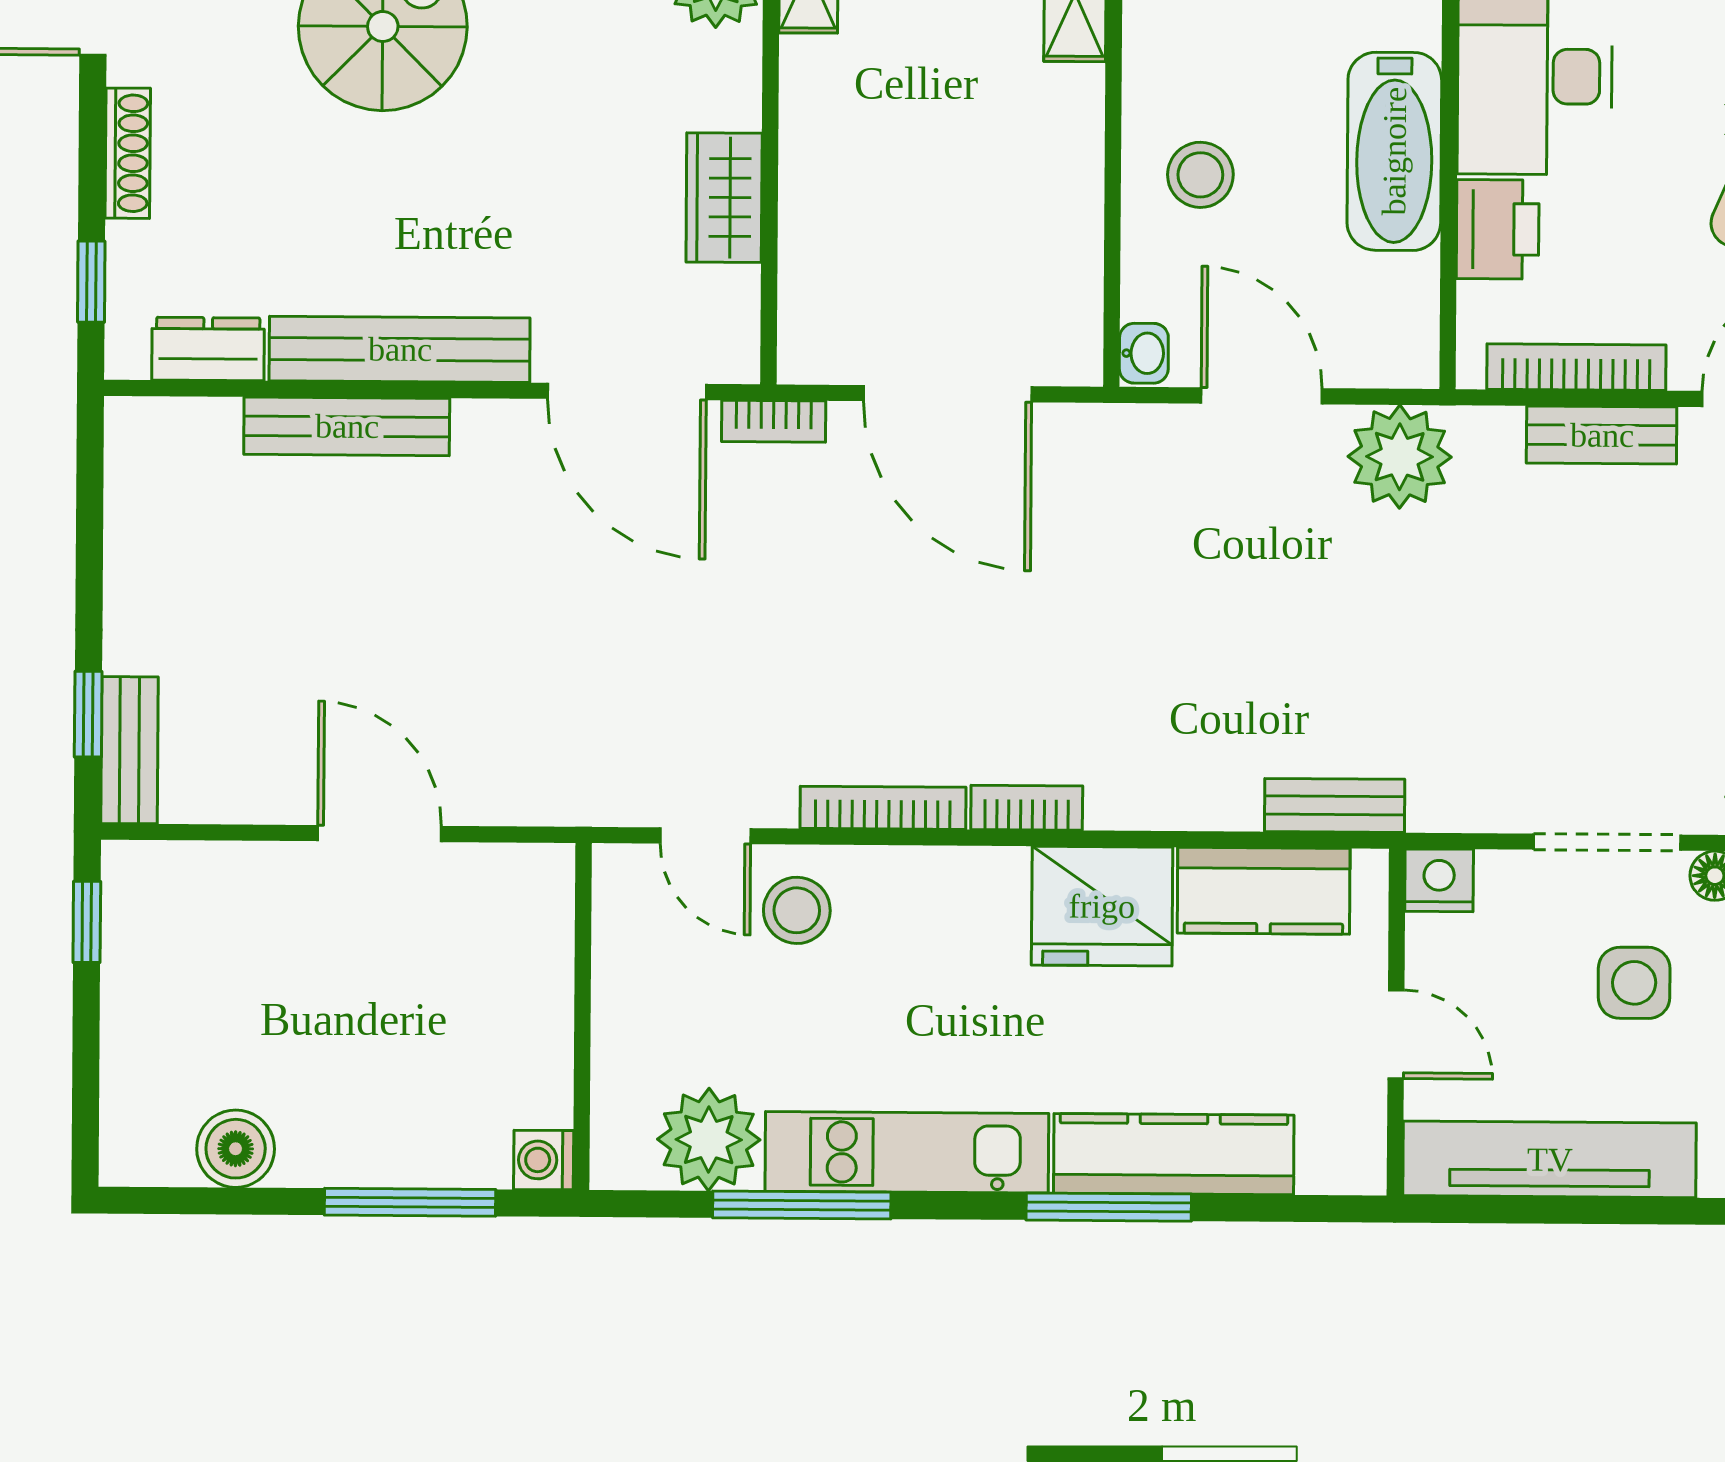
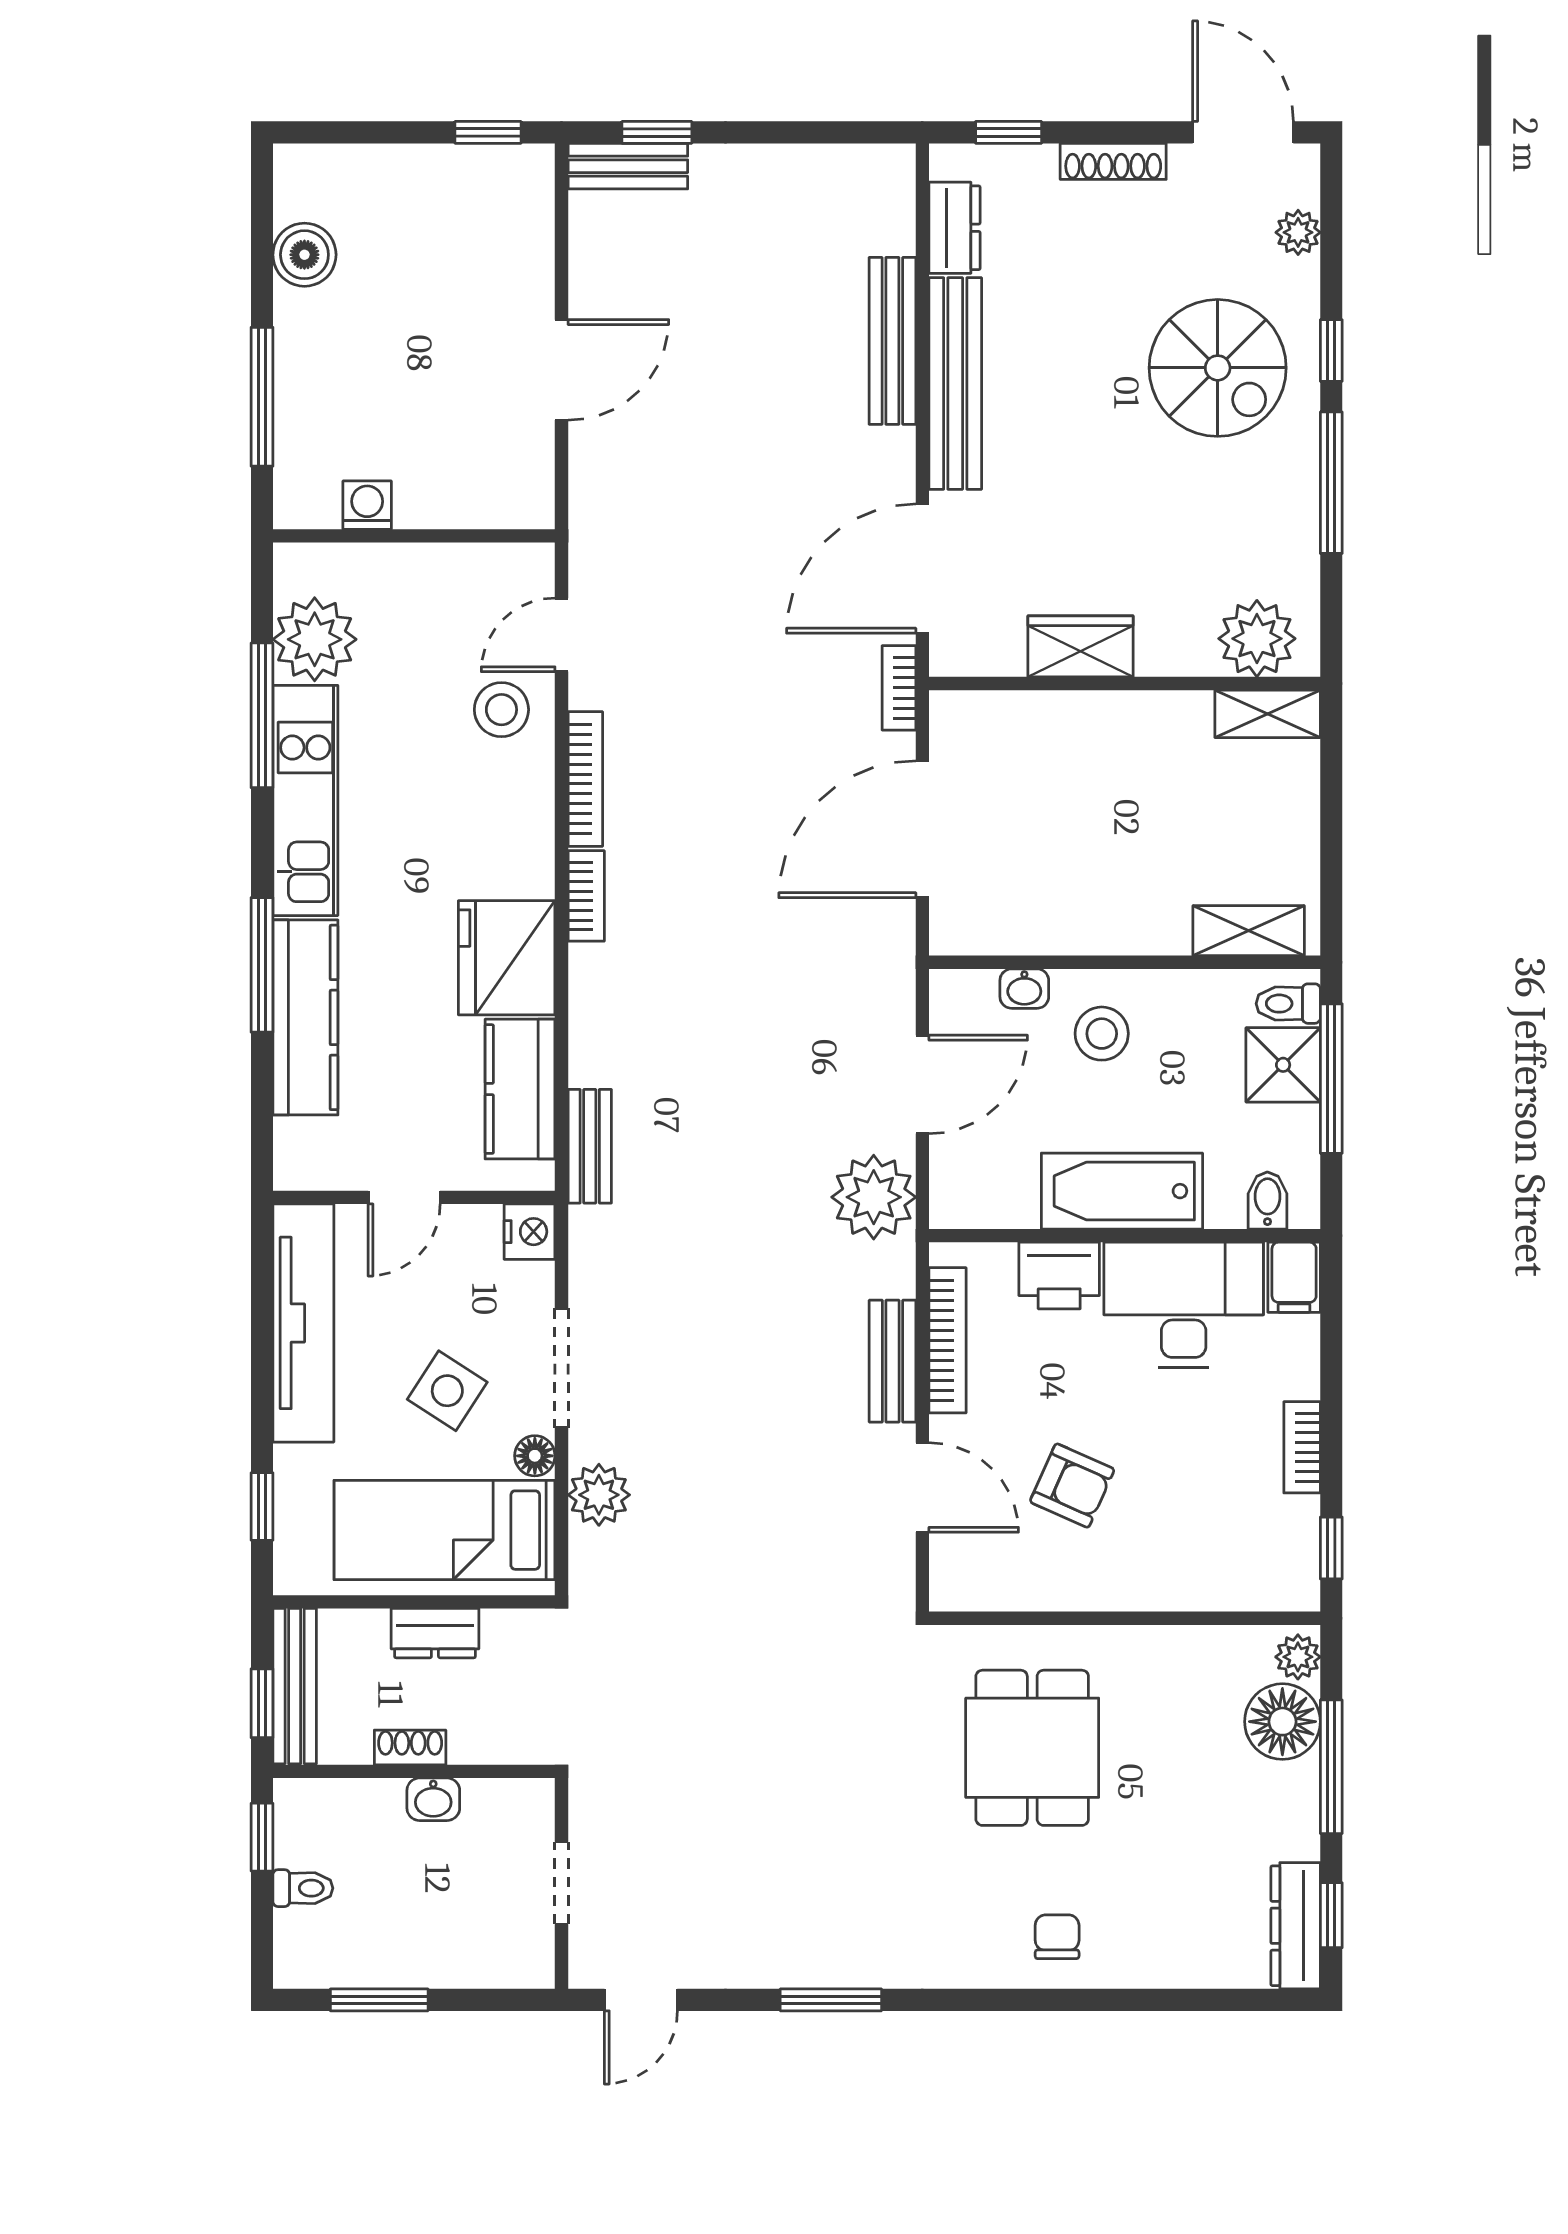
washbasin: (1144, 353) -> (1024, 989), moved
side table: (1634, 983) -> (447, 1391), turned 33
washing machine: (544, 1160) -> (367, 505), moved

